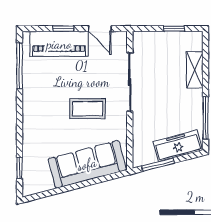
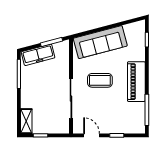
piano: (59, 44) -> (136, 82), moved, turned -90
shelving: (195, 70) -> (26, 121), moved

